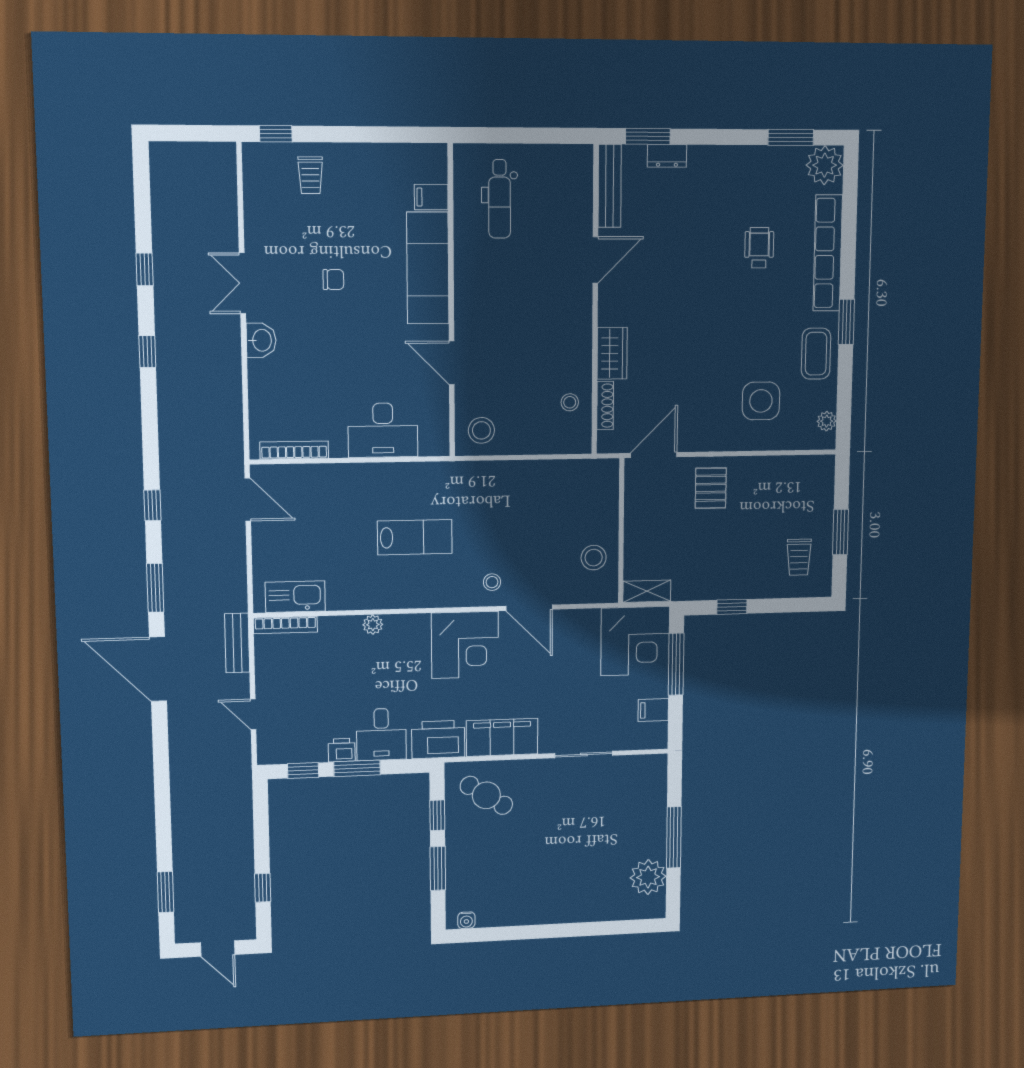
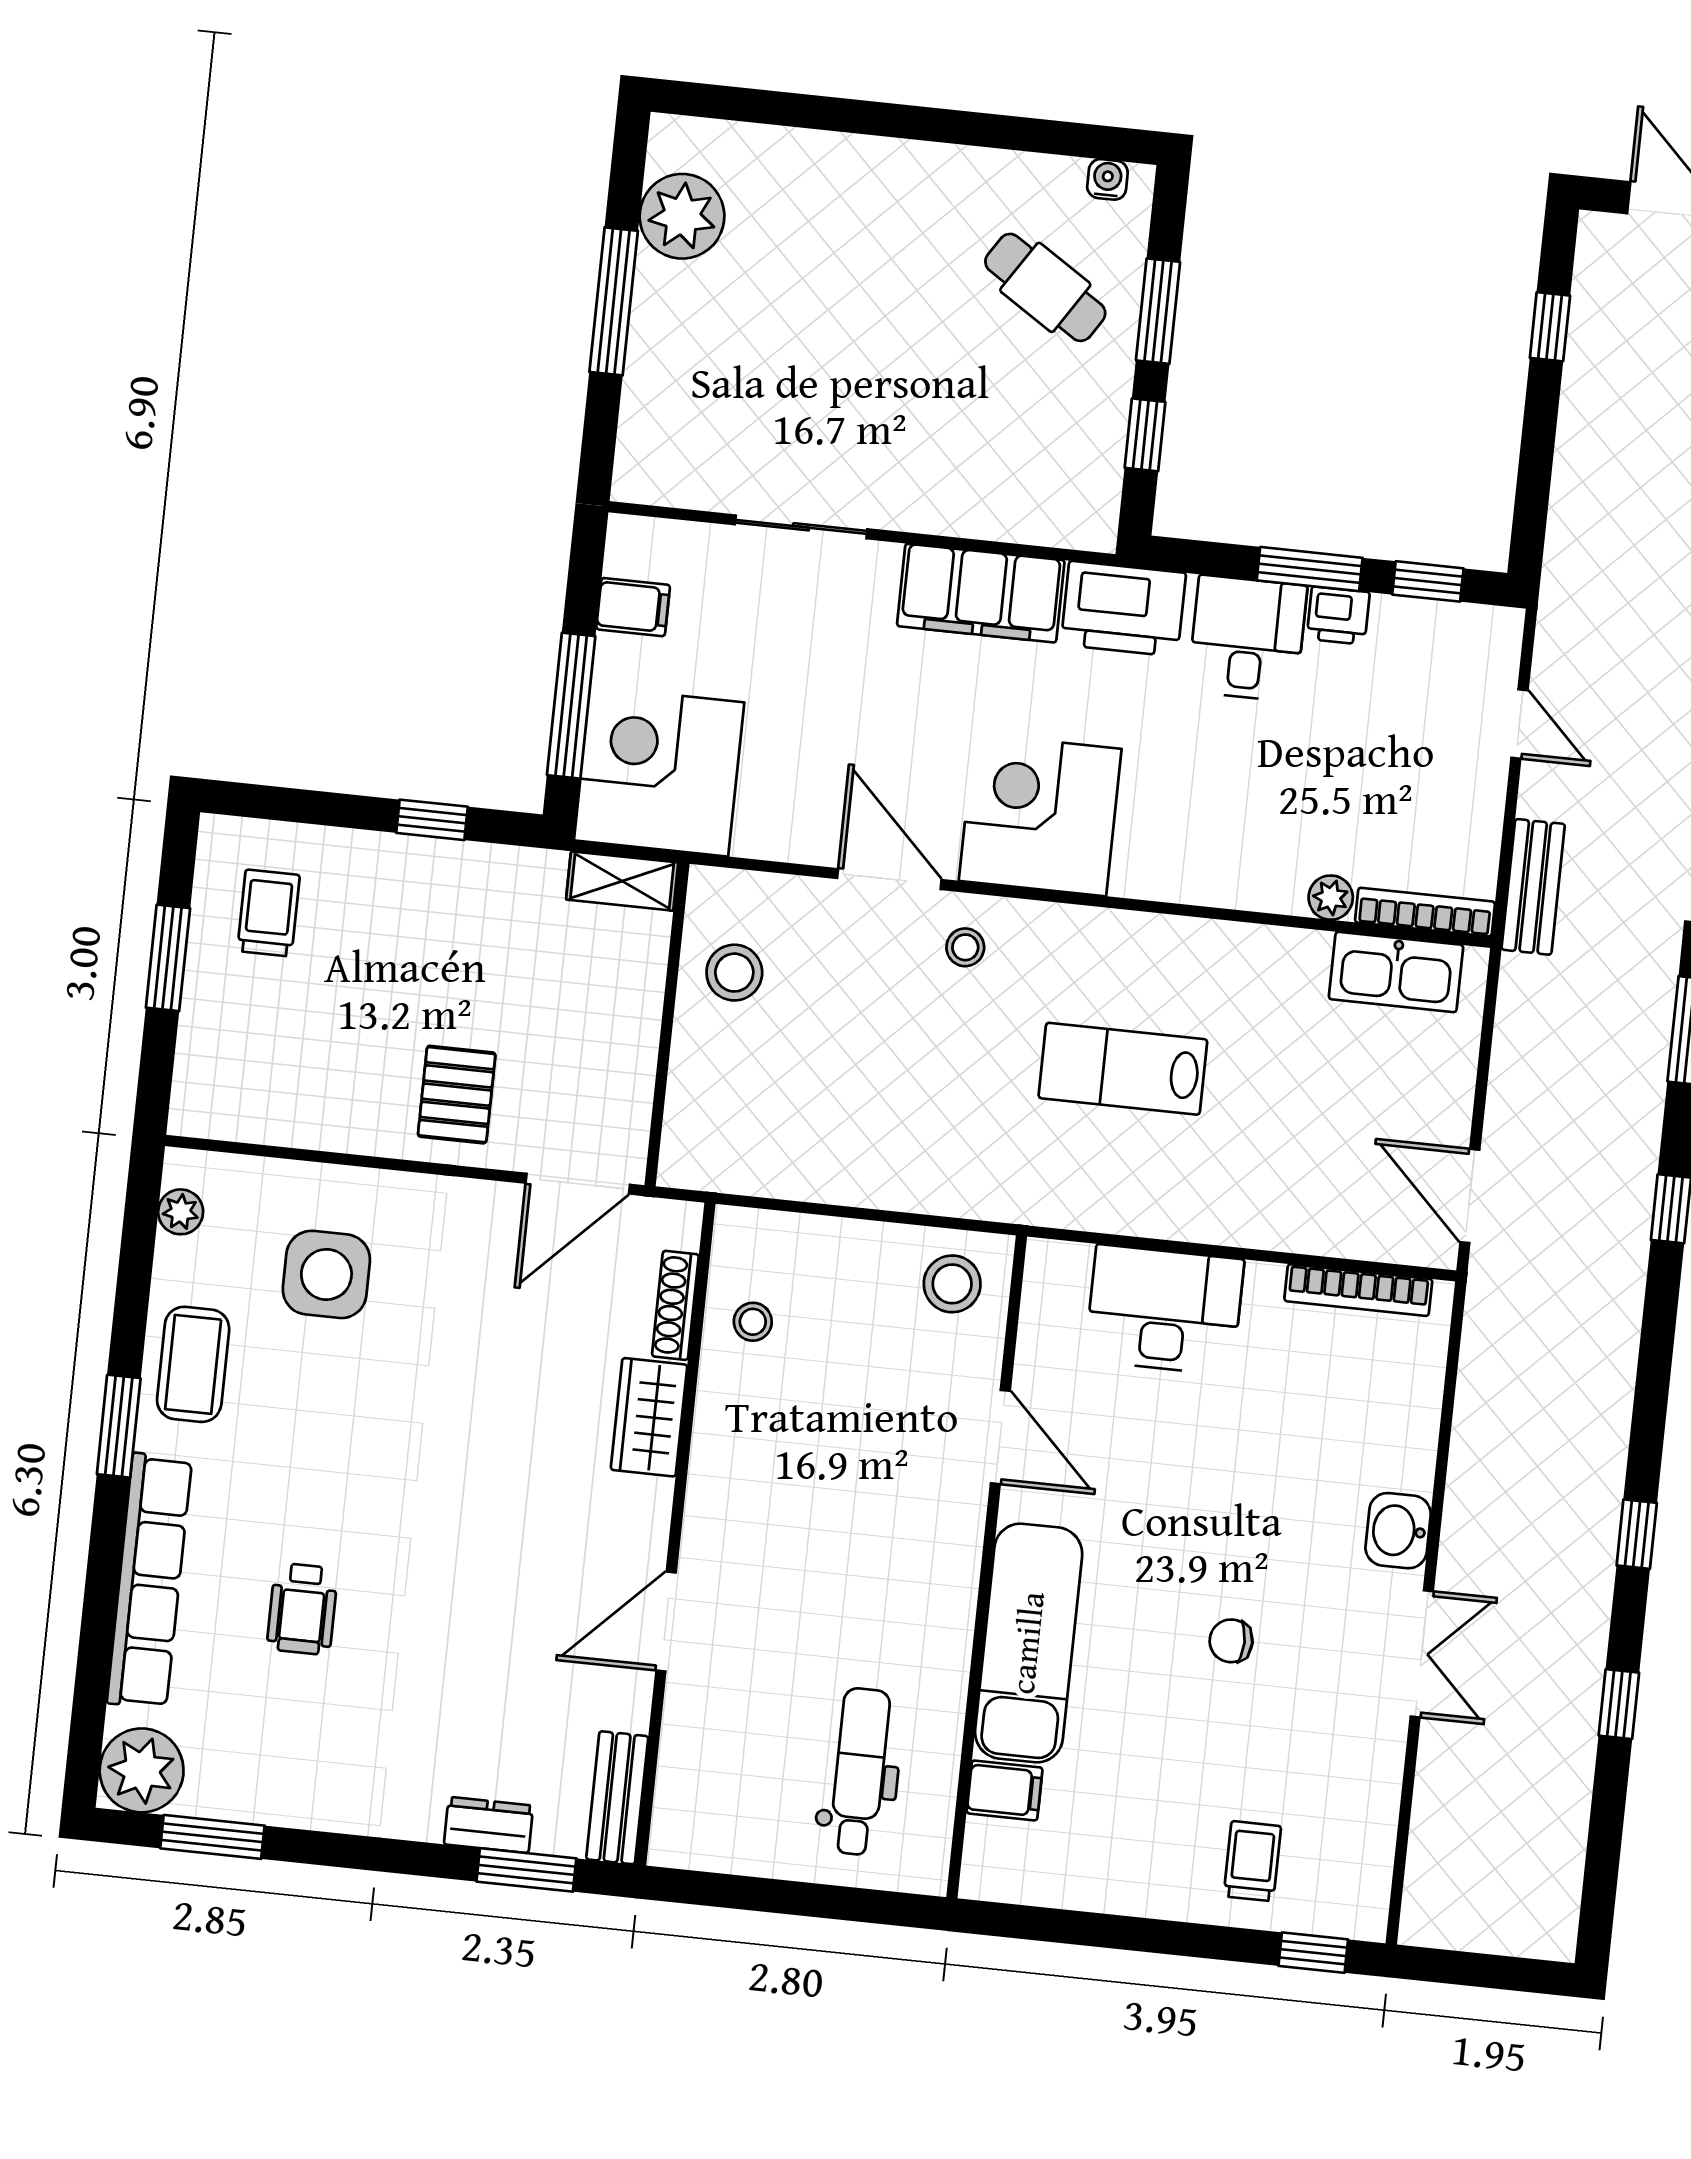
bench: (610, 186) -> (617, 1798), width x0.73
plant: (373, 625) -> (1331, 898), moved
cafe table: (486, 795) -> (1045, 287), moved

